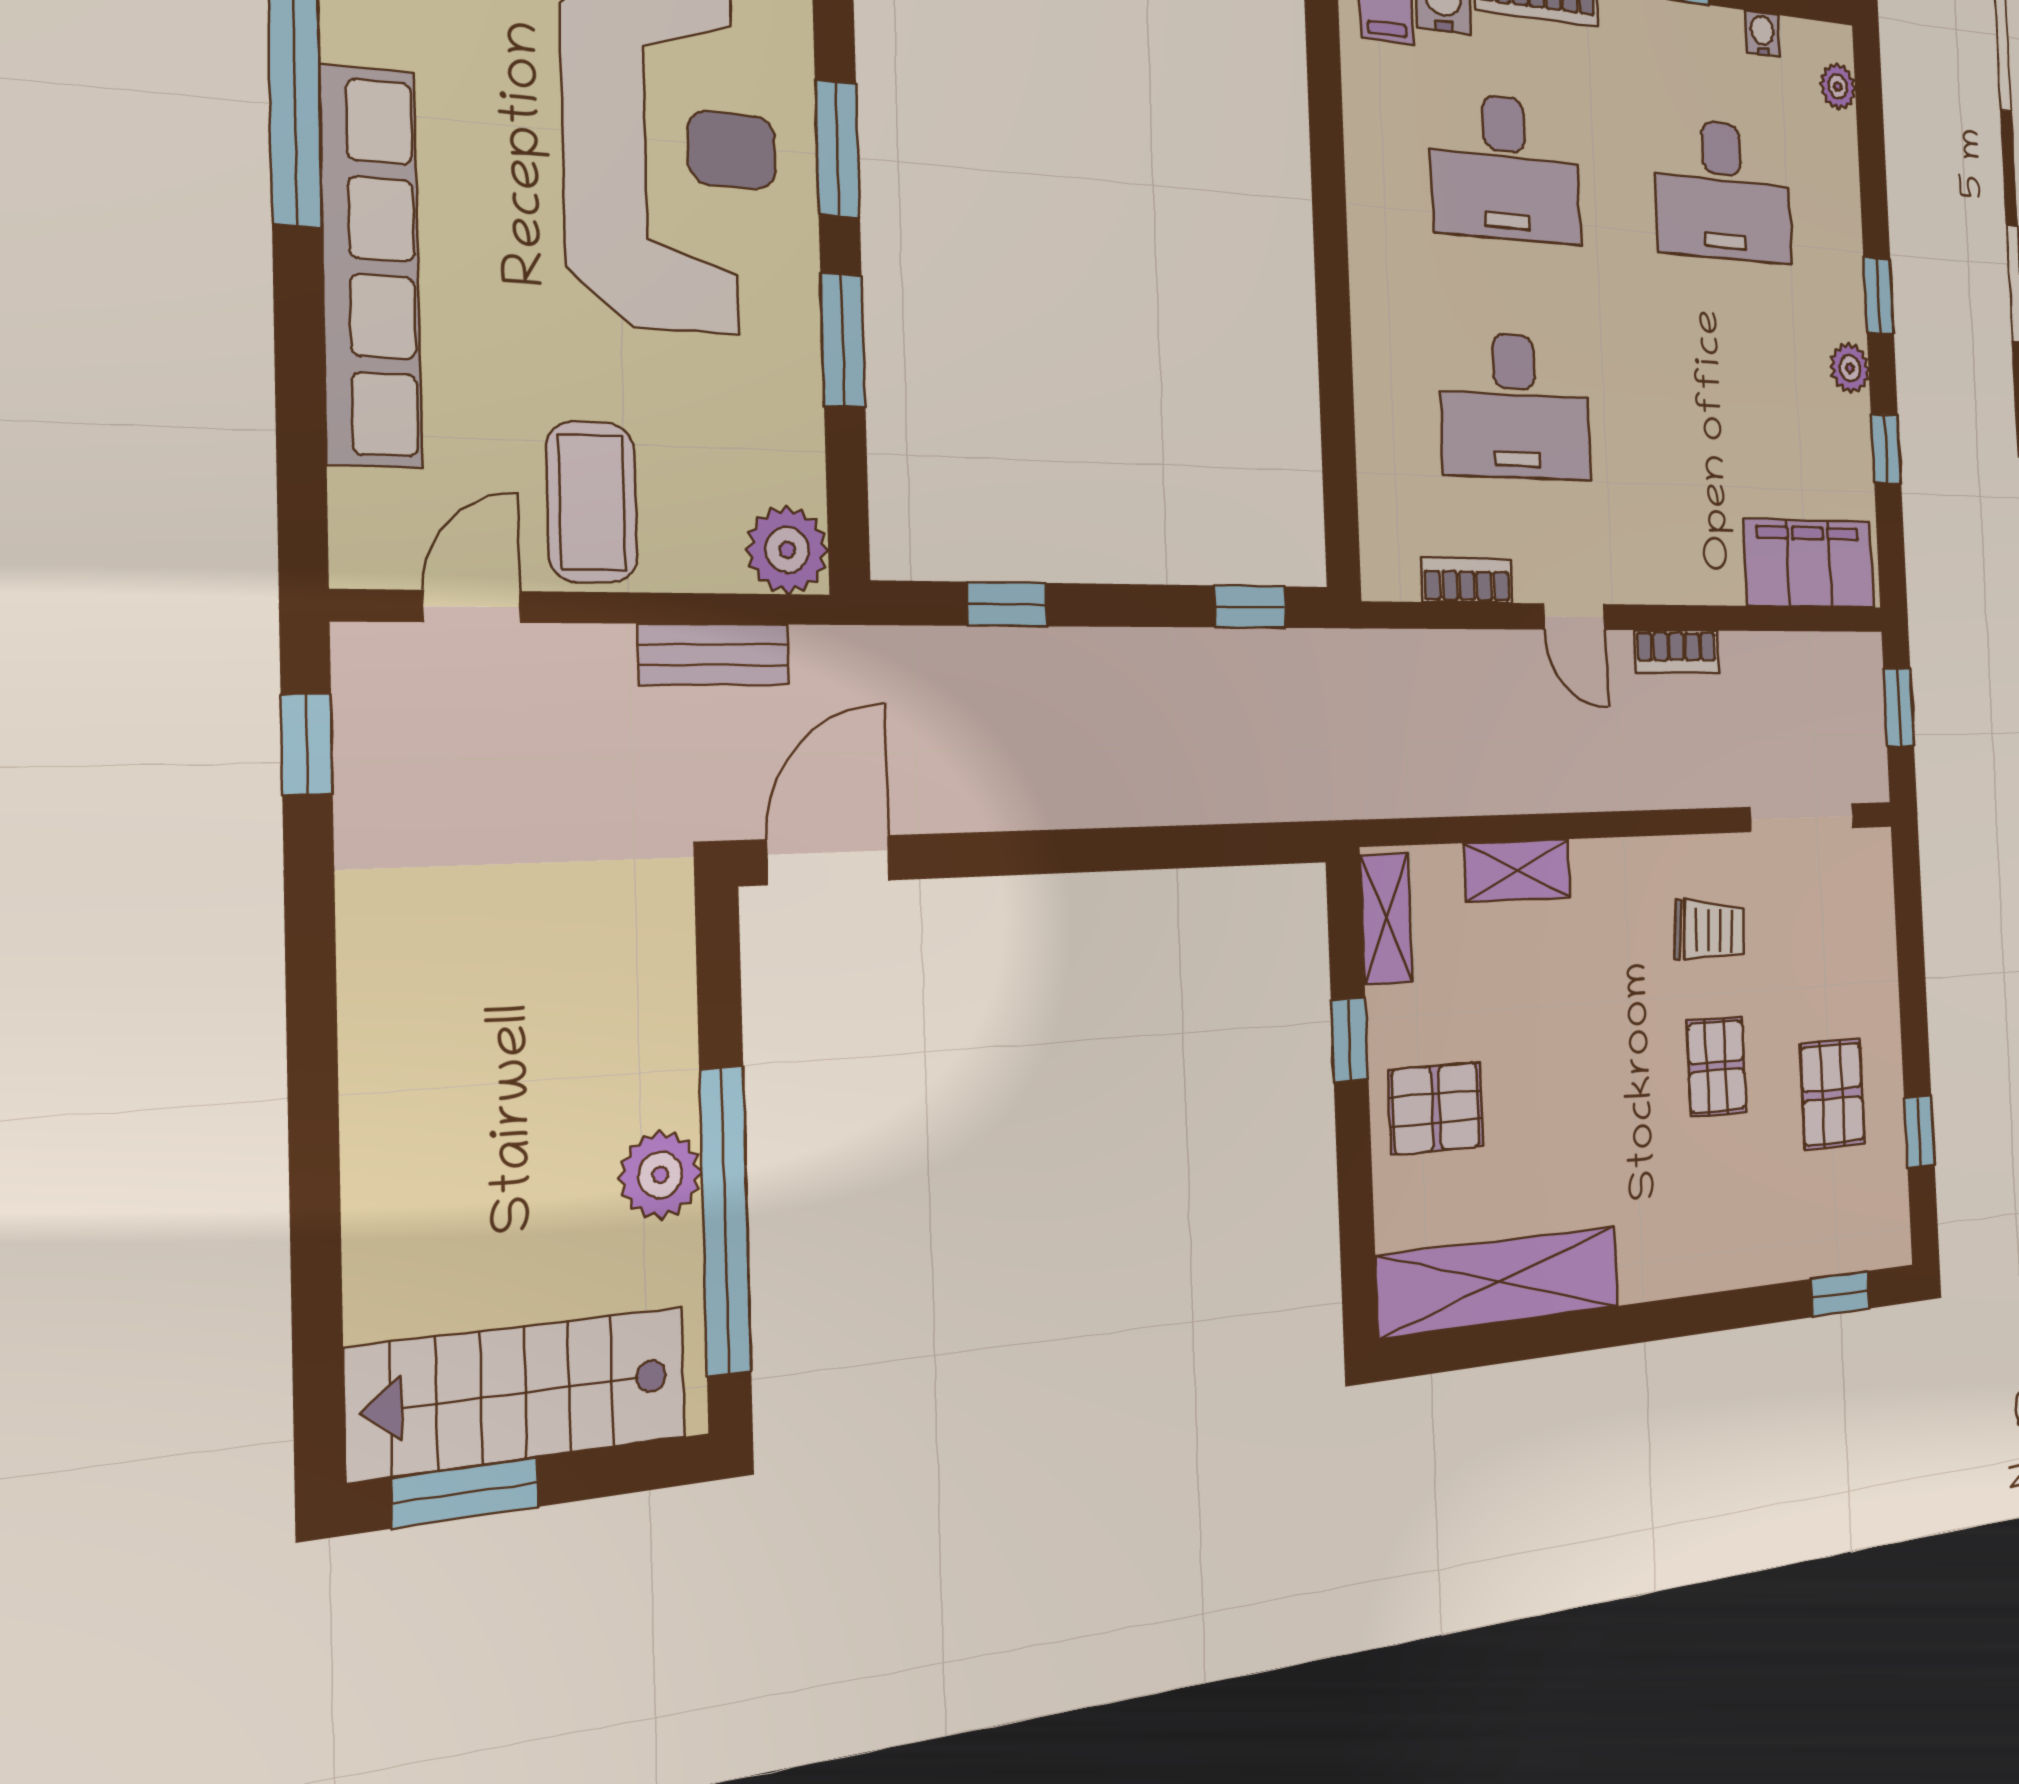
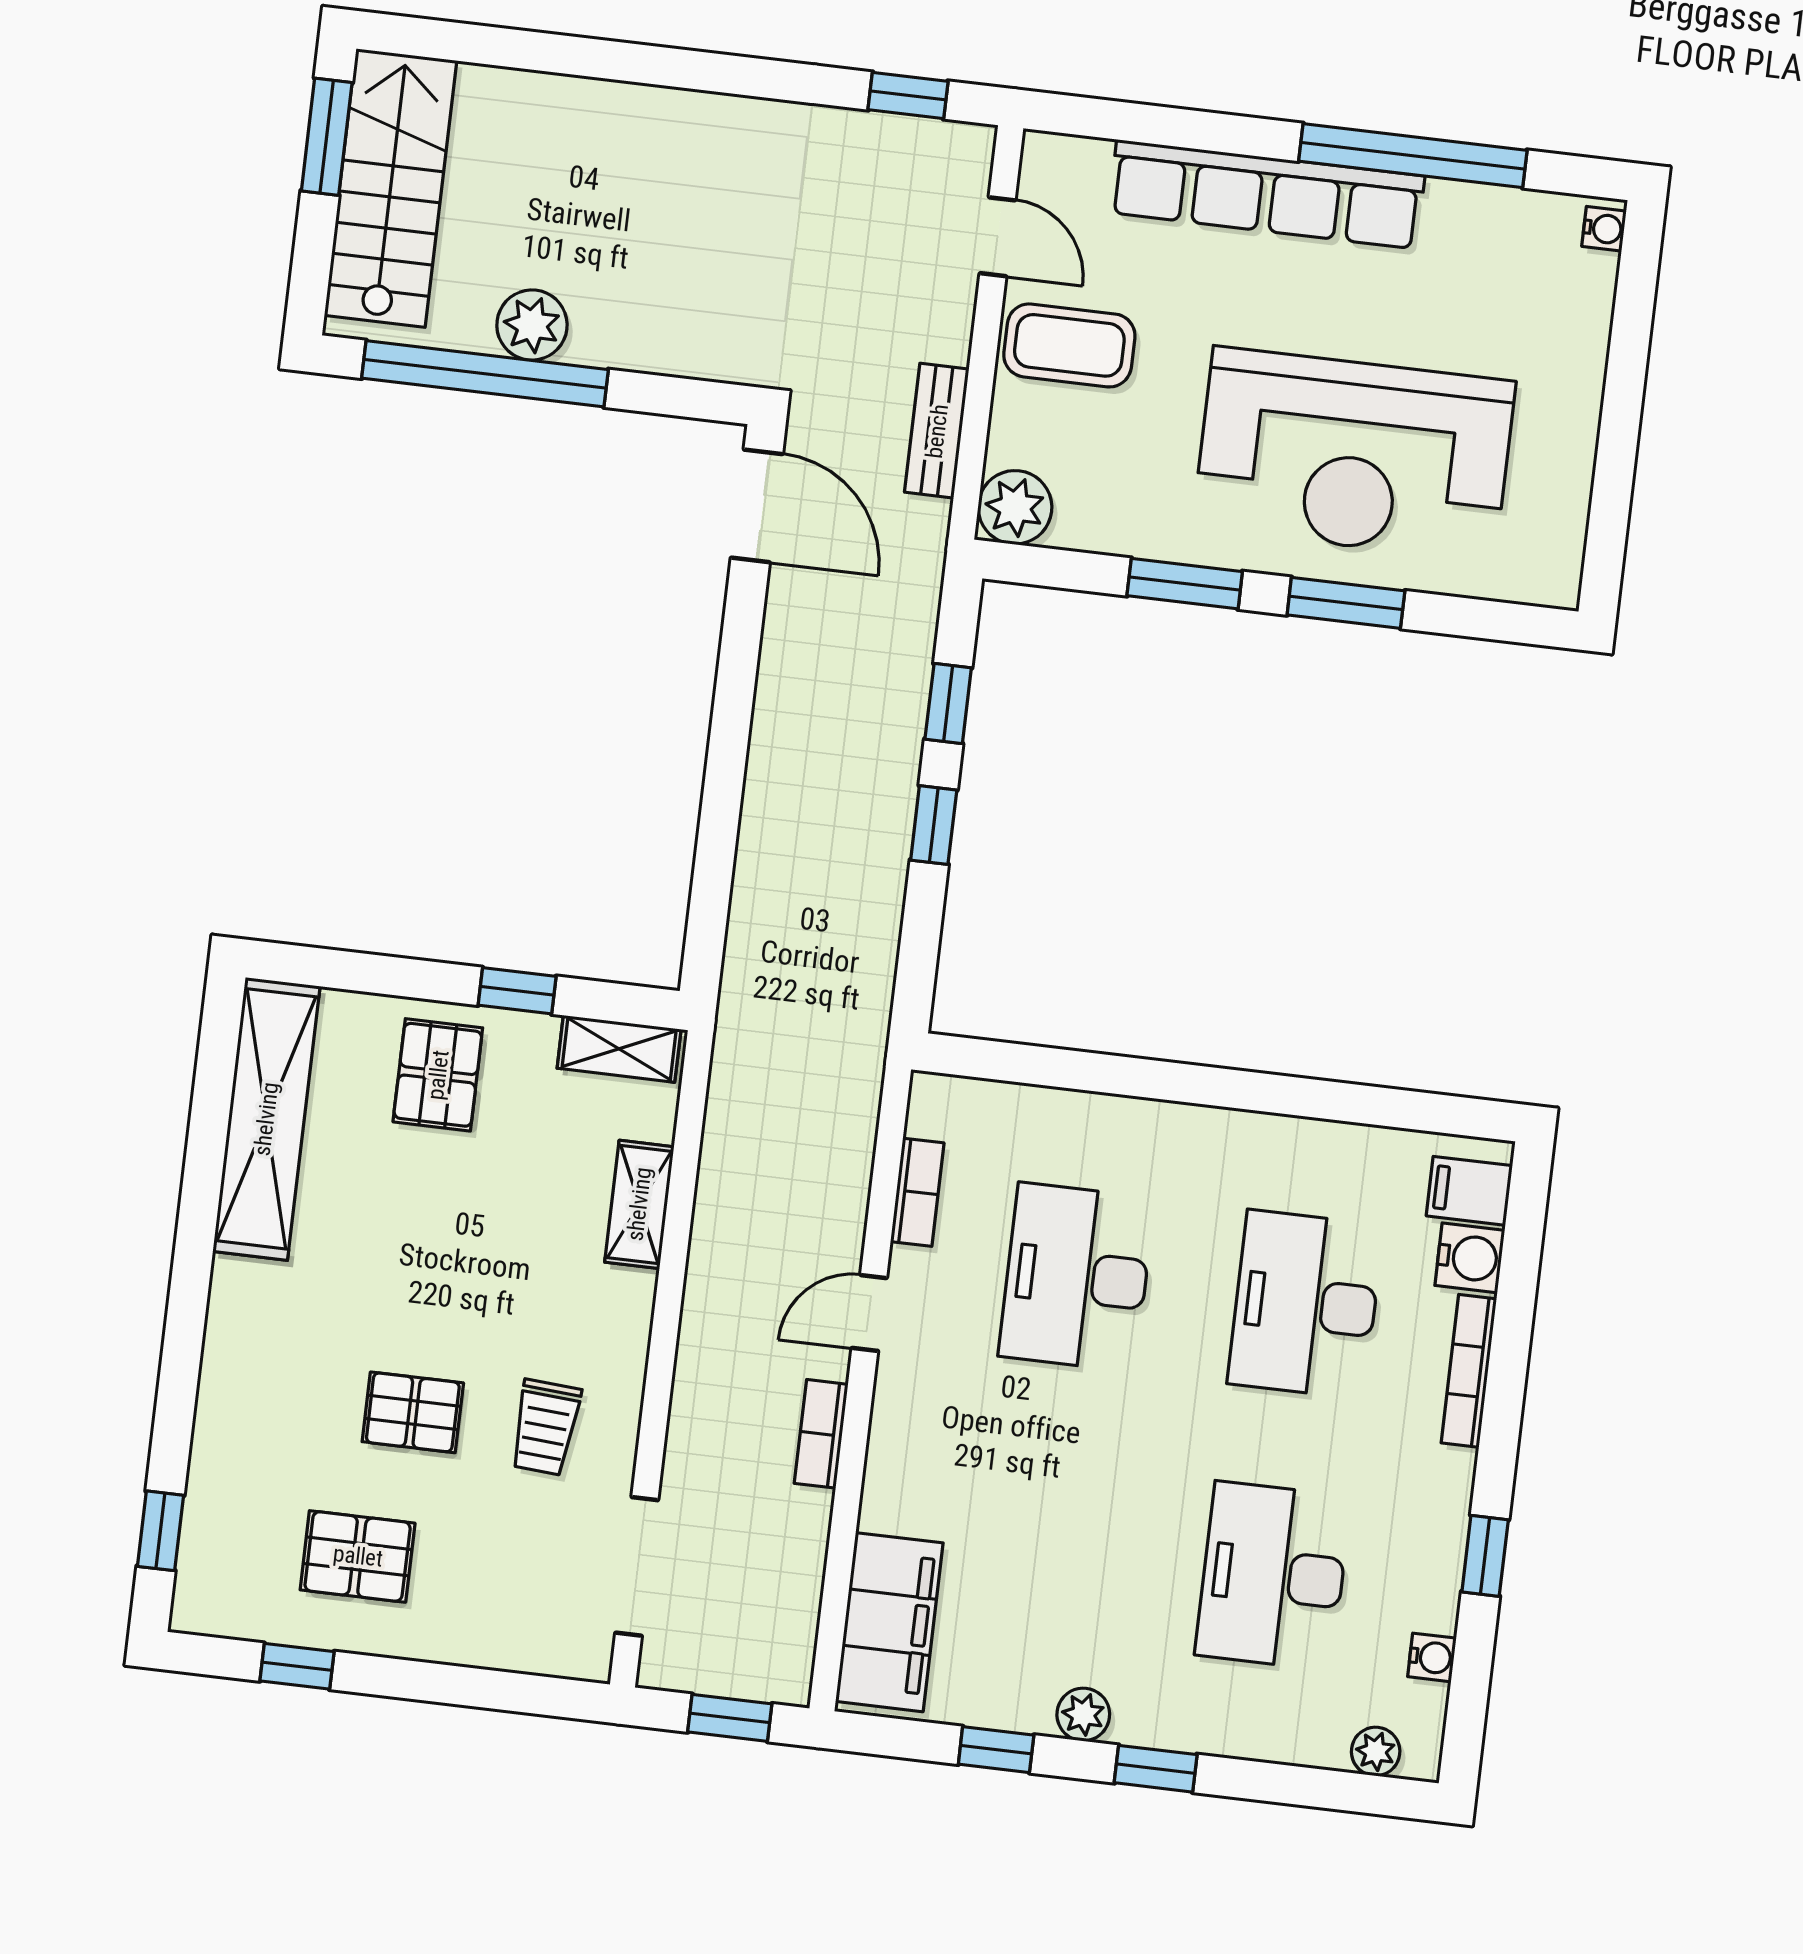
window: (1250, 607) -> (934, 825), moved

